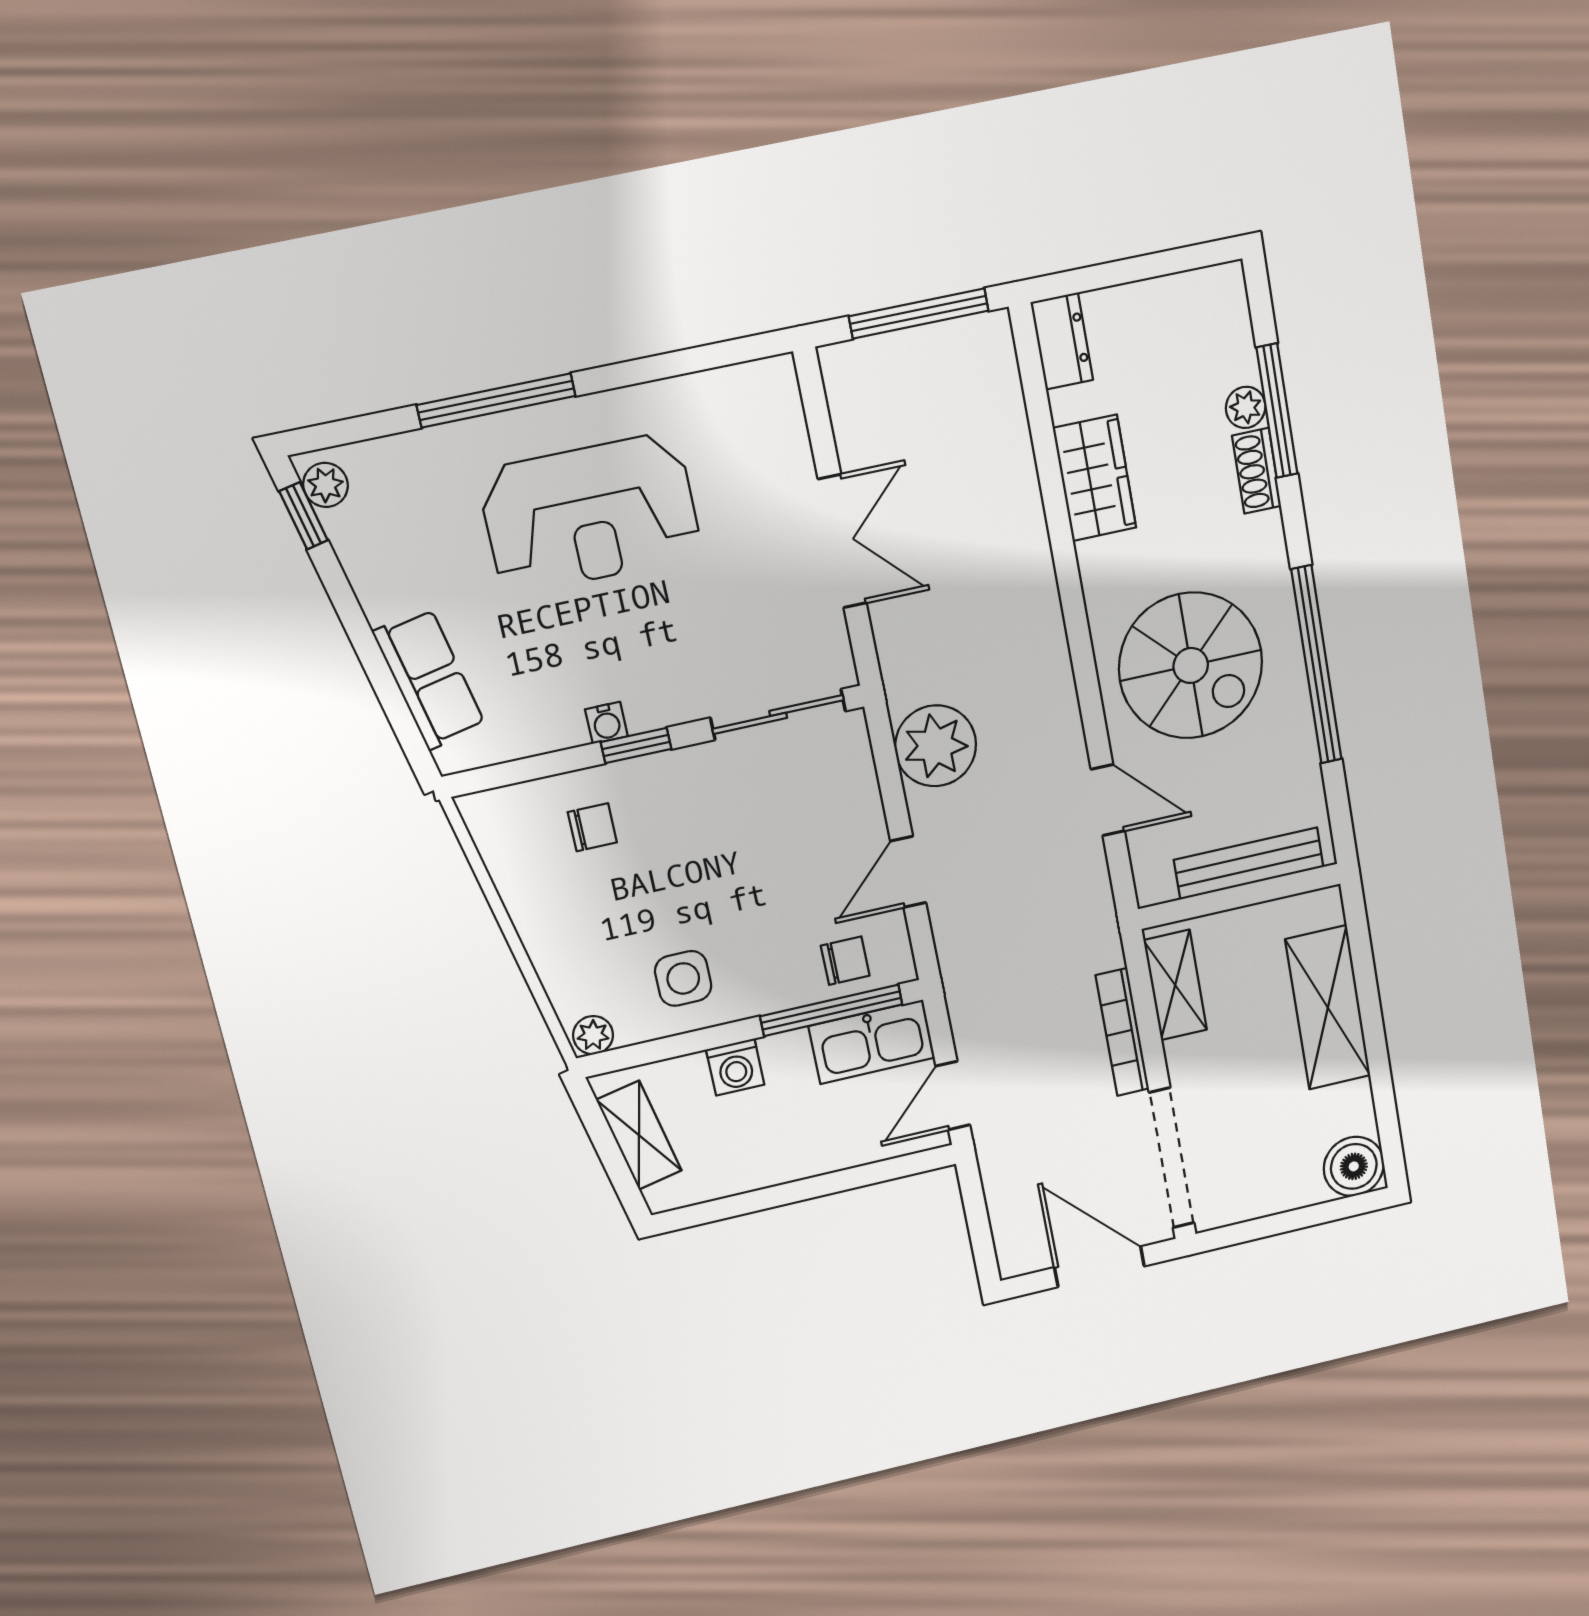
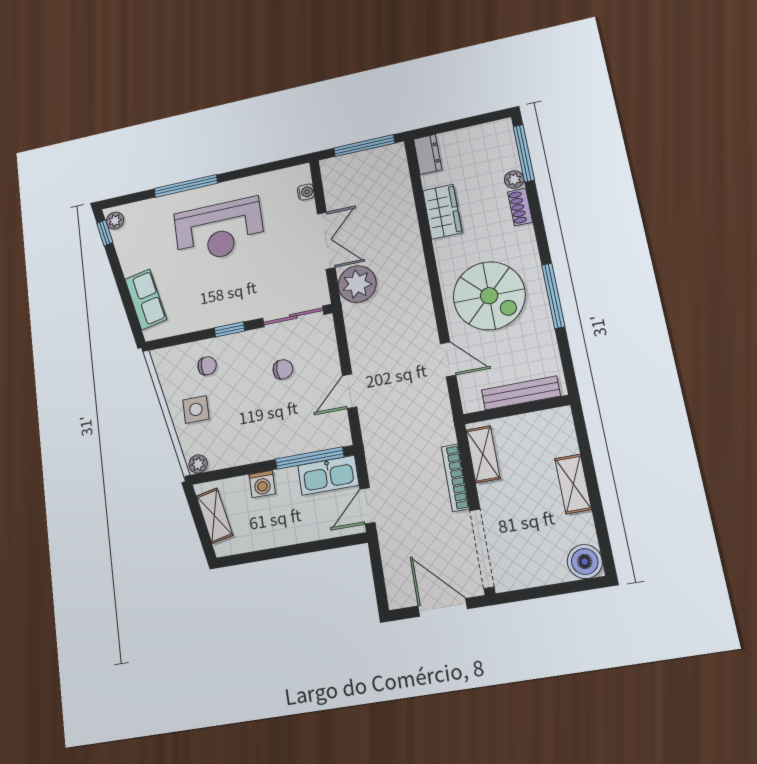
window: (1277, 411) -> (524, 153), moved
window: (1316, 665) -> (553, 296), width x0.68
water cooler: (606, 723) -> (306, 192), moved, turned -90
plant: (936, 746) -> (357, 284), moved
chair: (845, 961) -> (283, 369), moved
side table: (683, 978) -> (196, 409), moved
shelving: (1328, 1008) -> (573, 484), width x0.67, depth x0.75

